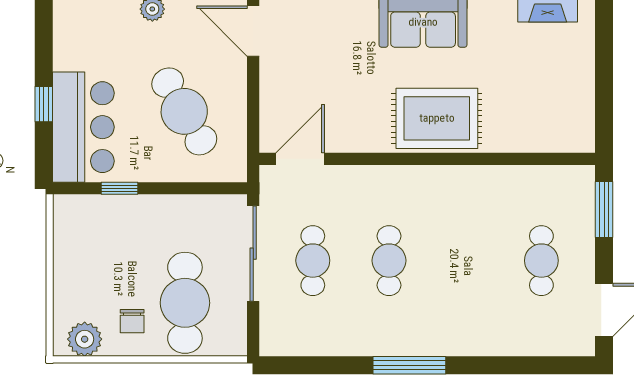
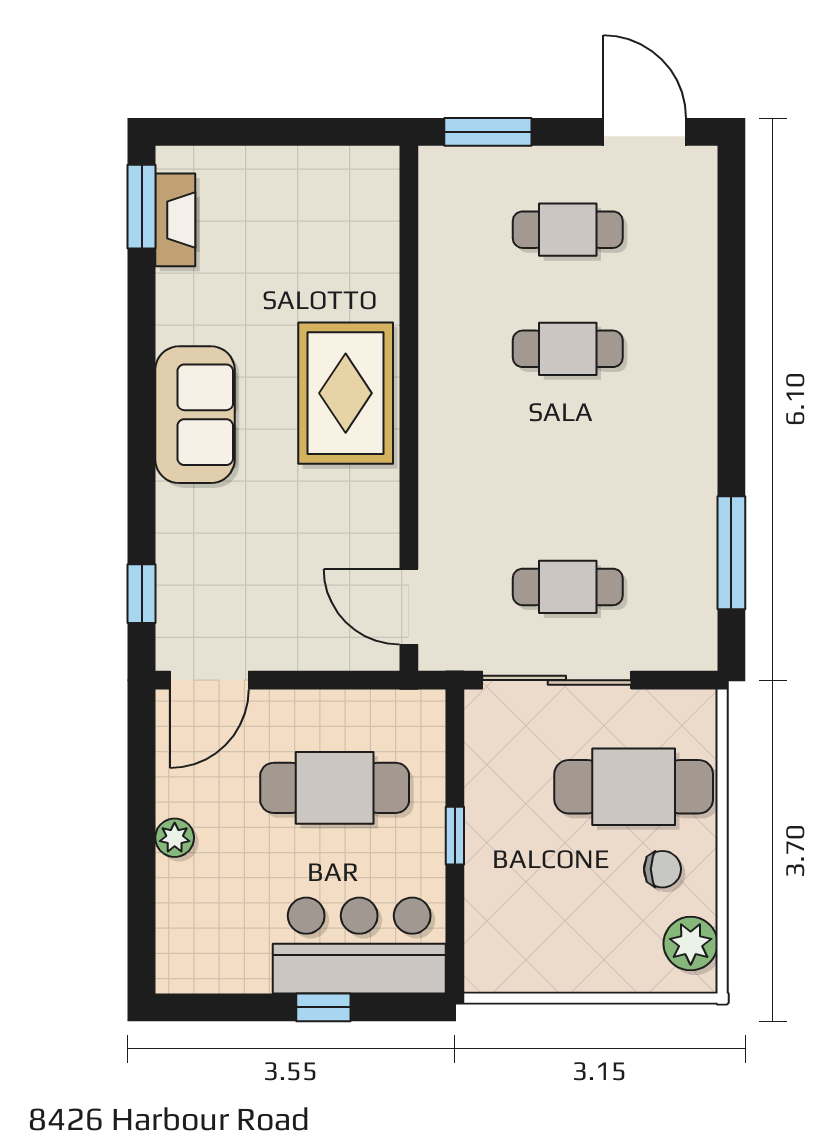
cafe table: (184, 111) -> (335, 788), turned 30
window: (119, 188) -> (455, 836), moved
cafe table: (389, 261) -> (568, 349), moved
window: (409, 365) -> (731, 553), moved

